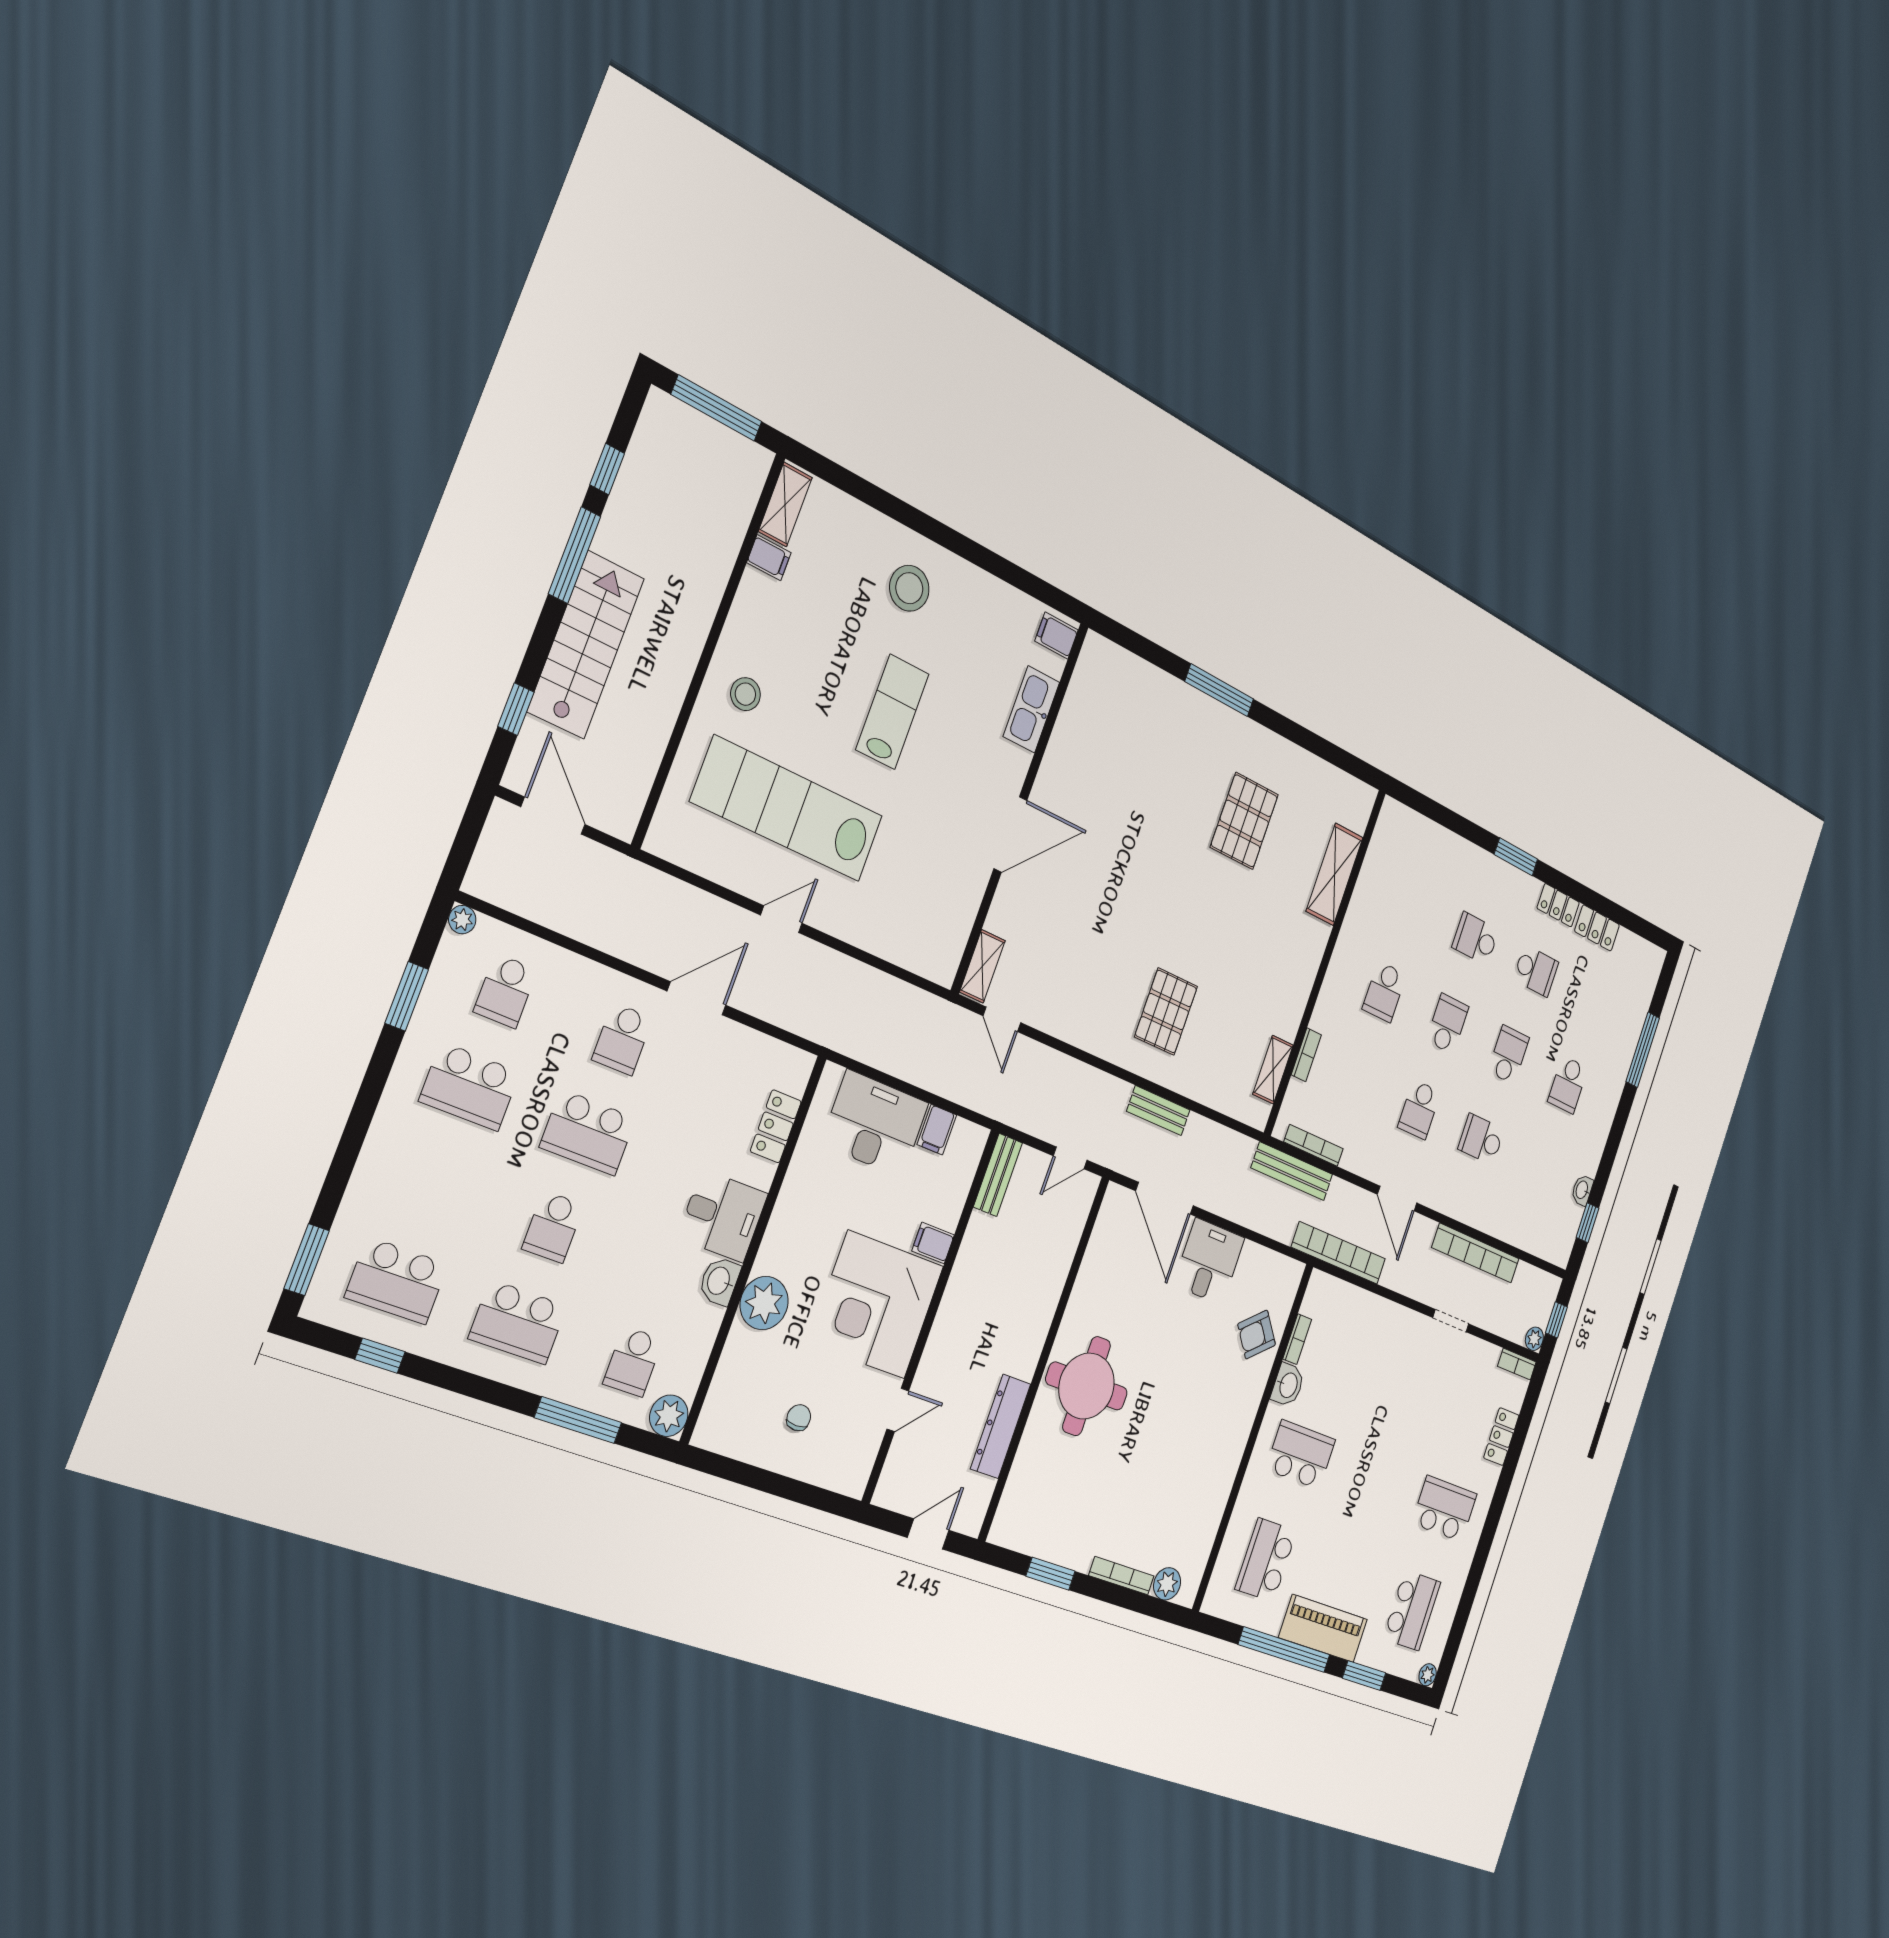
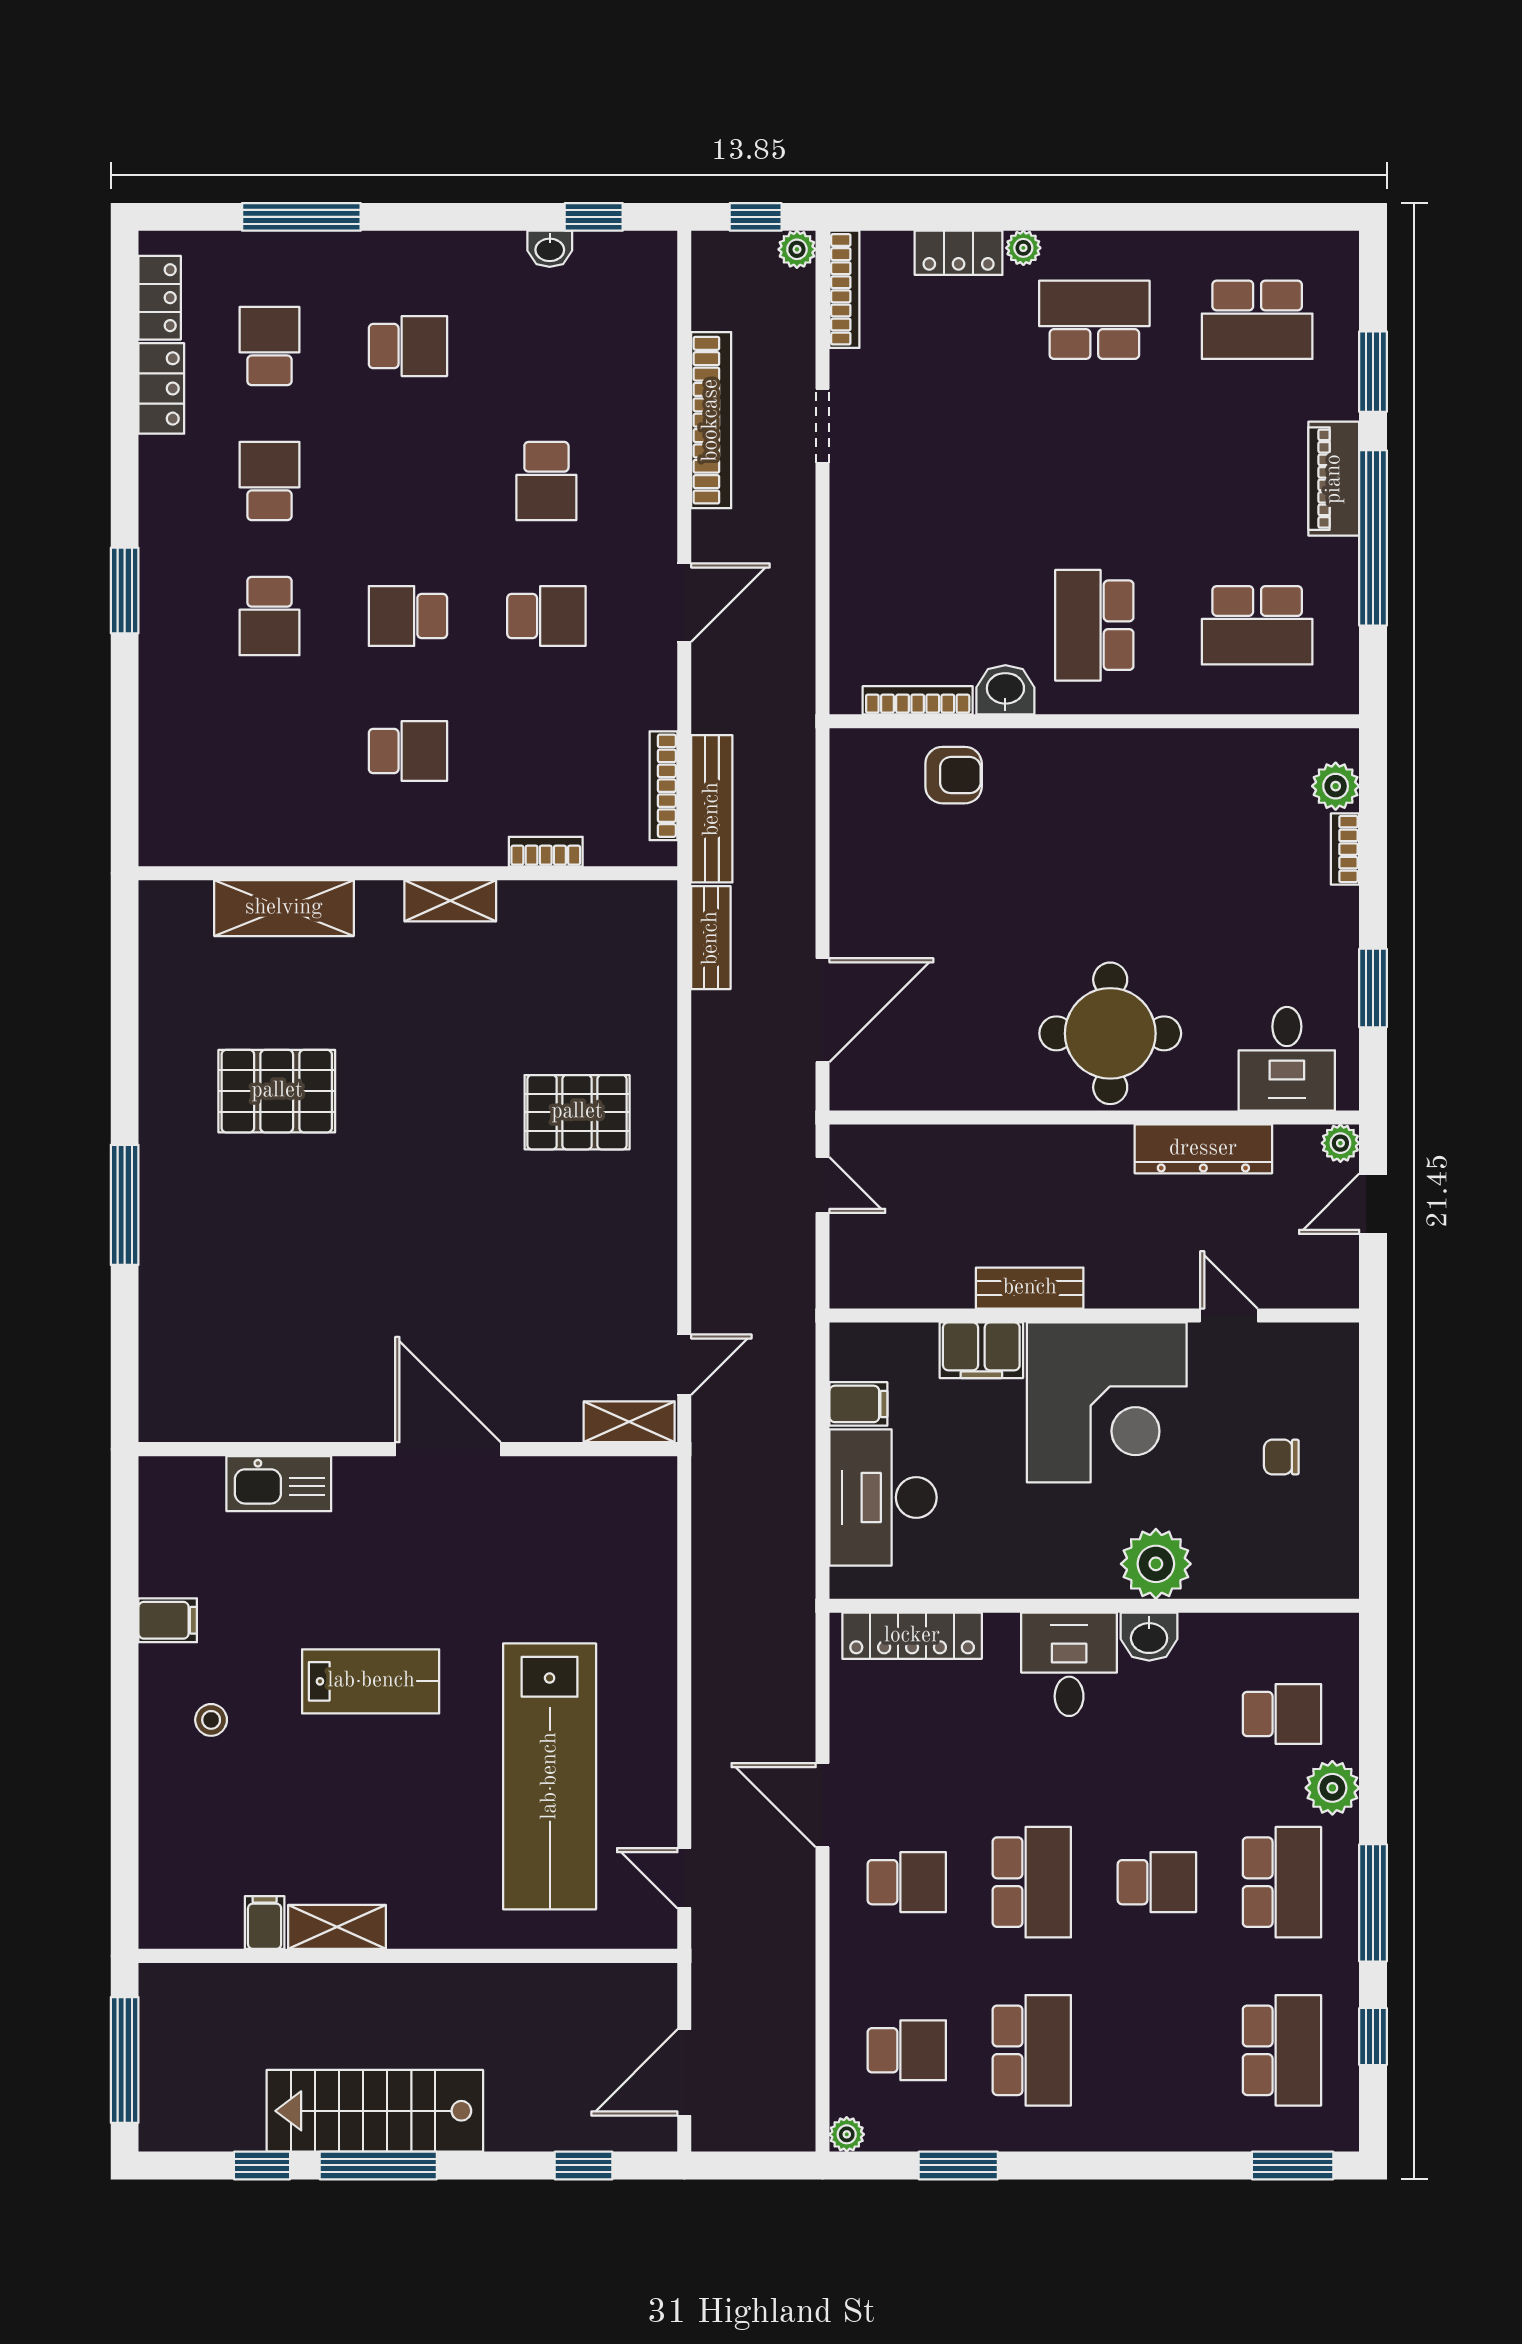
shelving: (785, 504) -> (337, 1927), moved
stool: (909, 588) -> (211, 1720), width x0.53, depth x0.53
filing cabinet: (1057, 636) -> (168, 1620), moved, turned -90
stairs: (586, 645) -> (375, 2111), moved
stool: (745, 694) -> (438, 1887), removed
lab bench: (892, 712) -> (371, 1681), turned 180
locker: (1558, 905) -> (160, 298), moved
door: (781, 919) -> (684, 1878), moved
school desk: (1509, 1055) -> (269, 346), moved, turned 90
shelving: (1273, 1070) -> (450, 901), moved
bench: (1158, 1111) -> (711, 938), moved
locker: (776, 1126) -> (912, 1636), width x1.53
bench: (998, 1175) -> (1030, 1288), moved
filing cabinet: (933, 1243) -> (981, 1350), width x2.00
bookcase: (1339, 1253) -> (795, 677), removed
desk: (1209, 1261) -> (1287, 1059), moved, turned -90
armchair: (1257, 1335) -> (954, 775), turned -51
bookcase: (1297, 1339) -> (918, 700), width x1.56
bookcase: (1517, 1364) -> (844, 289), width x1.56
plant: (669, 1416) -> (1332, 1788), moved
window: (578, 1420) -> (1373, 1903), moved
school desk: (1444, 1509) -> (1094, 320), turned 90
plant: (971, 1523) -> (1340, 1143), added
door: (928, 1534) -> (1373, 1204), hinge flipped
bookcase: (1121, 1576) -> (1345, 849), width x0.64
school desk: (1412, 1610) -> (1257, 320), turned 180
piano: (1323, 1628) -> (1334, 479), width x0.73, depth x0.75
plant: (1428, 1675) -> (1023, 248), moved

